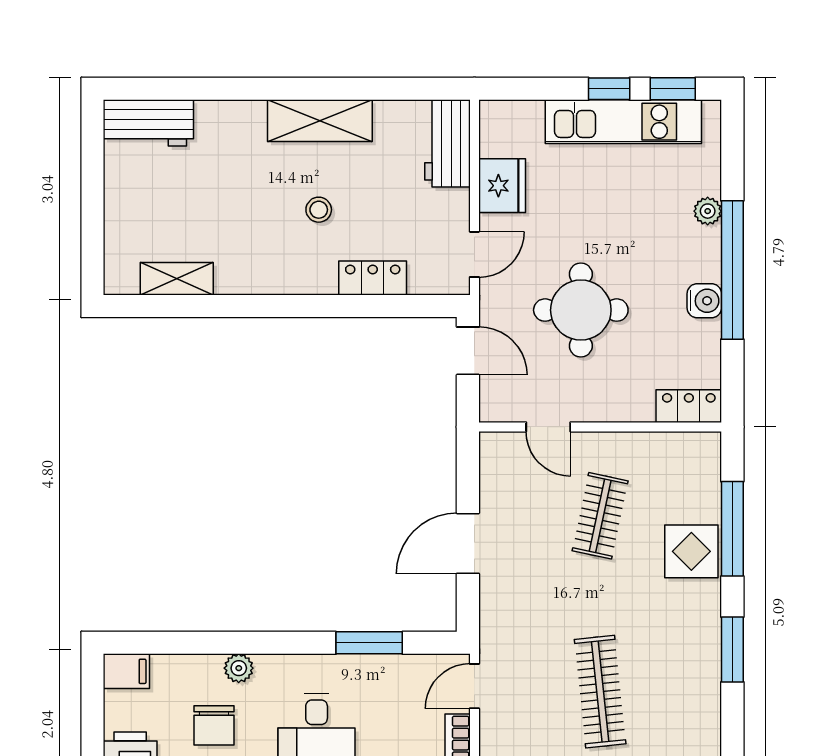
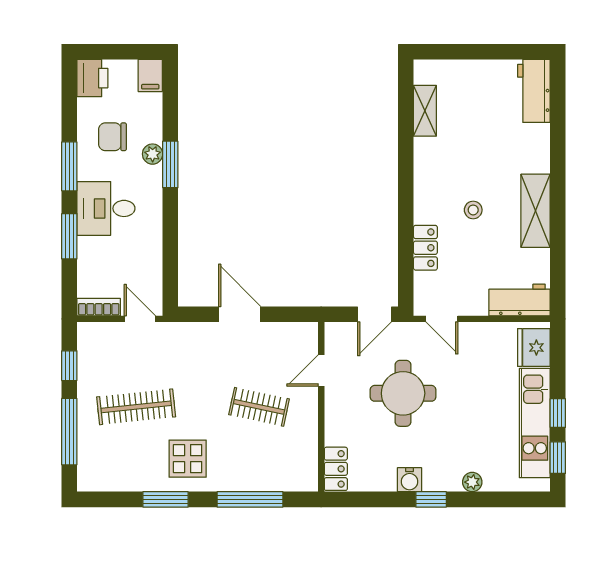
fridge: (502, 186) -> (534, 348), moved, turned 90
window: (732, 270) -> (431, 499), width x0.32
display table: (691, 551) -> (188, 459), moved
window: (369, 643) -> (170, 164), moved

